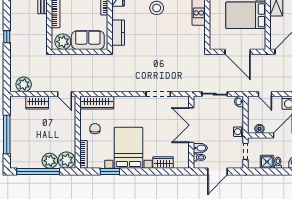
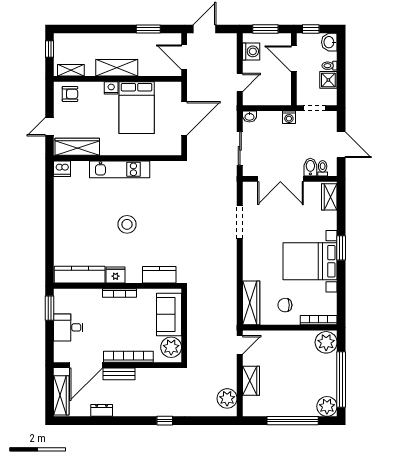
boiler: (259, 129) -> (285, 90), removed
plant: (50, 161) -> (327, 406), moved
wardrobe: (163, 162) -> (329, 197), moved
window: (110, 172) -> (341, 248), moved

